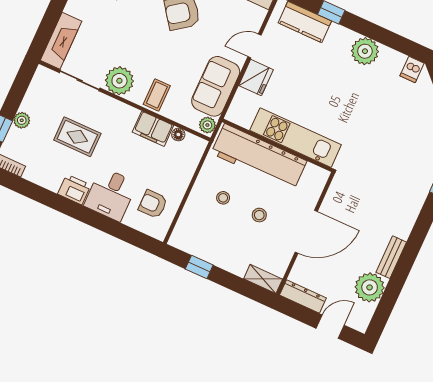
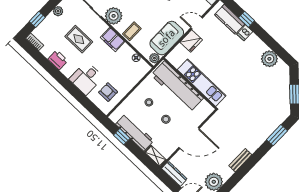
plant: (365, 51) -> (269, 59), moved
dishwasher: (412, 69) -> (245, 33), moved
plant: (22, 120) -> (58, 11), moved
filing cabinet: (153, 129) -> (113, 39), moved
printer: (74, 189) -> (58, 60), moved
workbench: (217, 253) -> (135, 132), added
bench: (391, 257) -> (240, 160), moved

